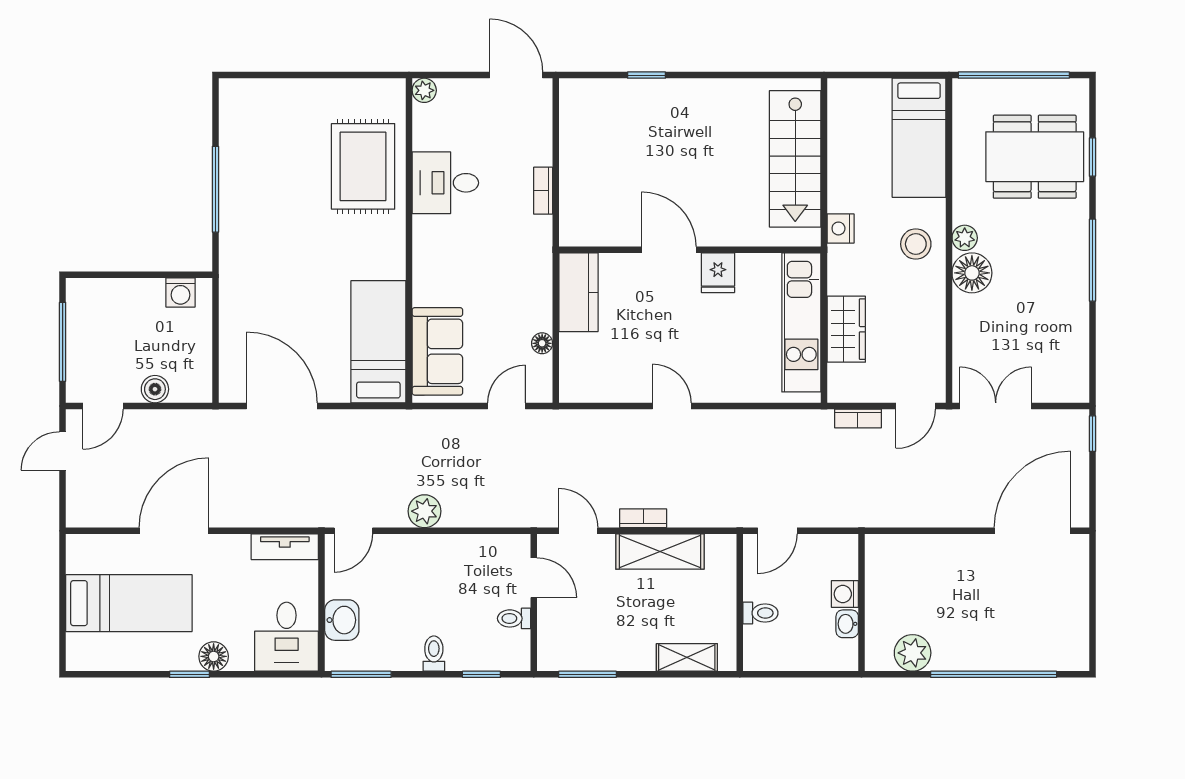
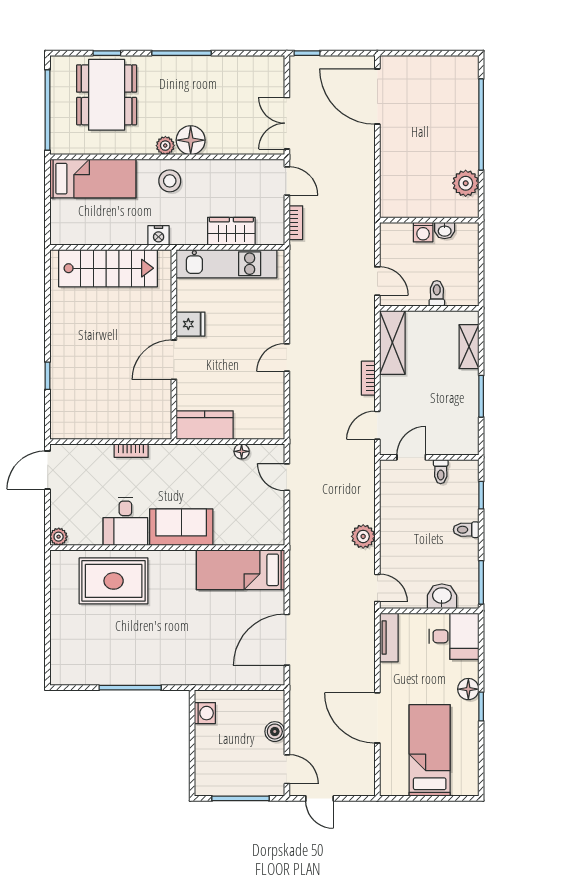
sofa: (437, 351) -> (181, 527), moved
shelving: (660, 551) -> (392, 342), moved
window: (587, 674) -> (481, 396), moved

